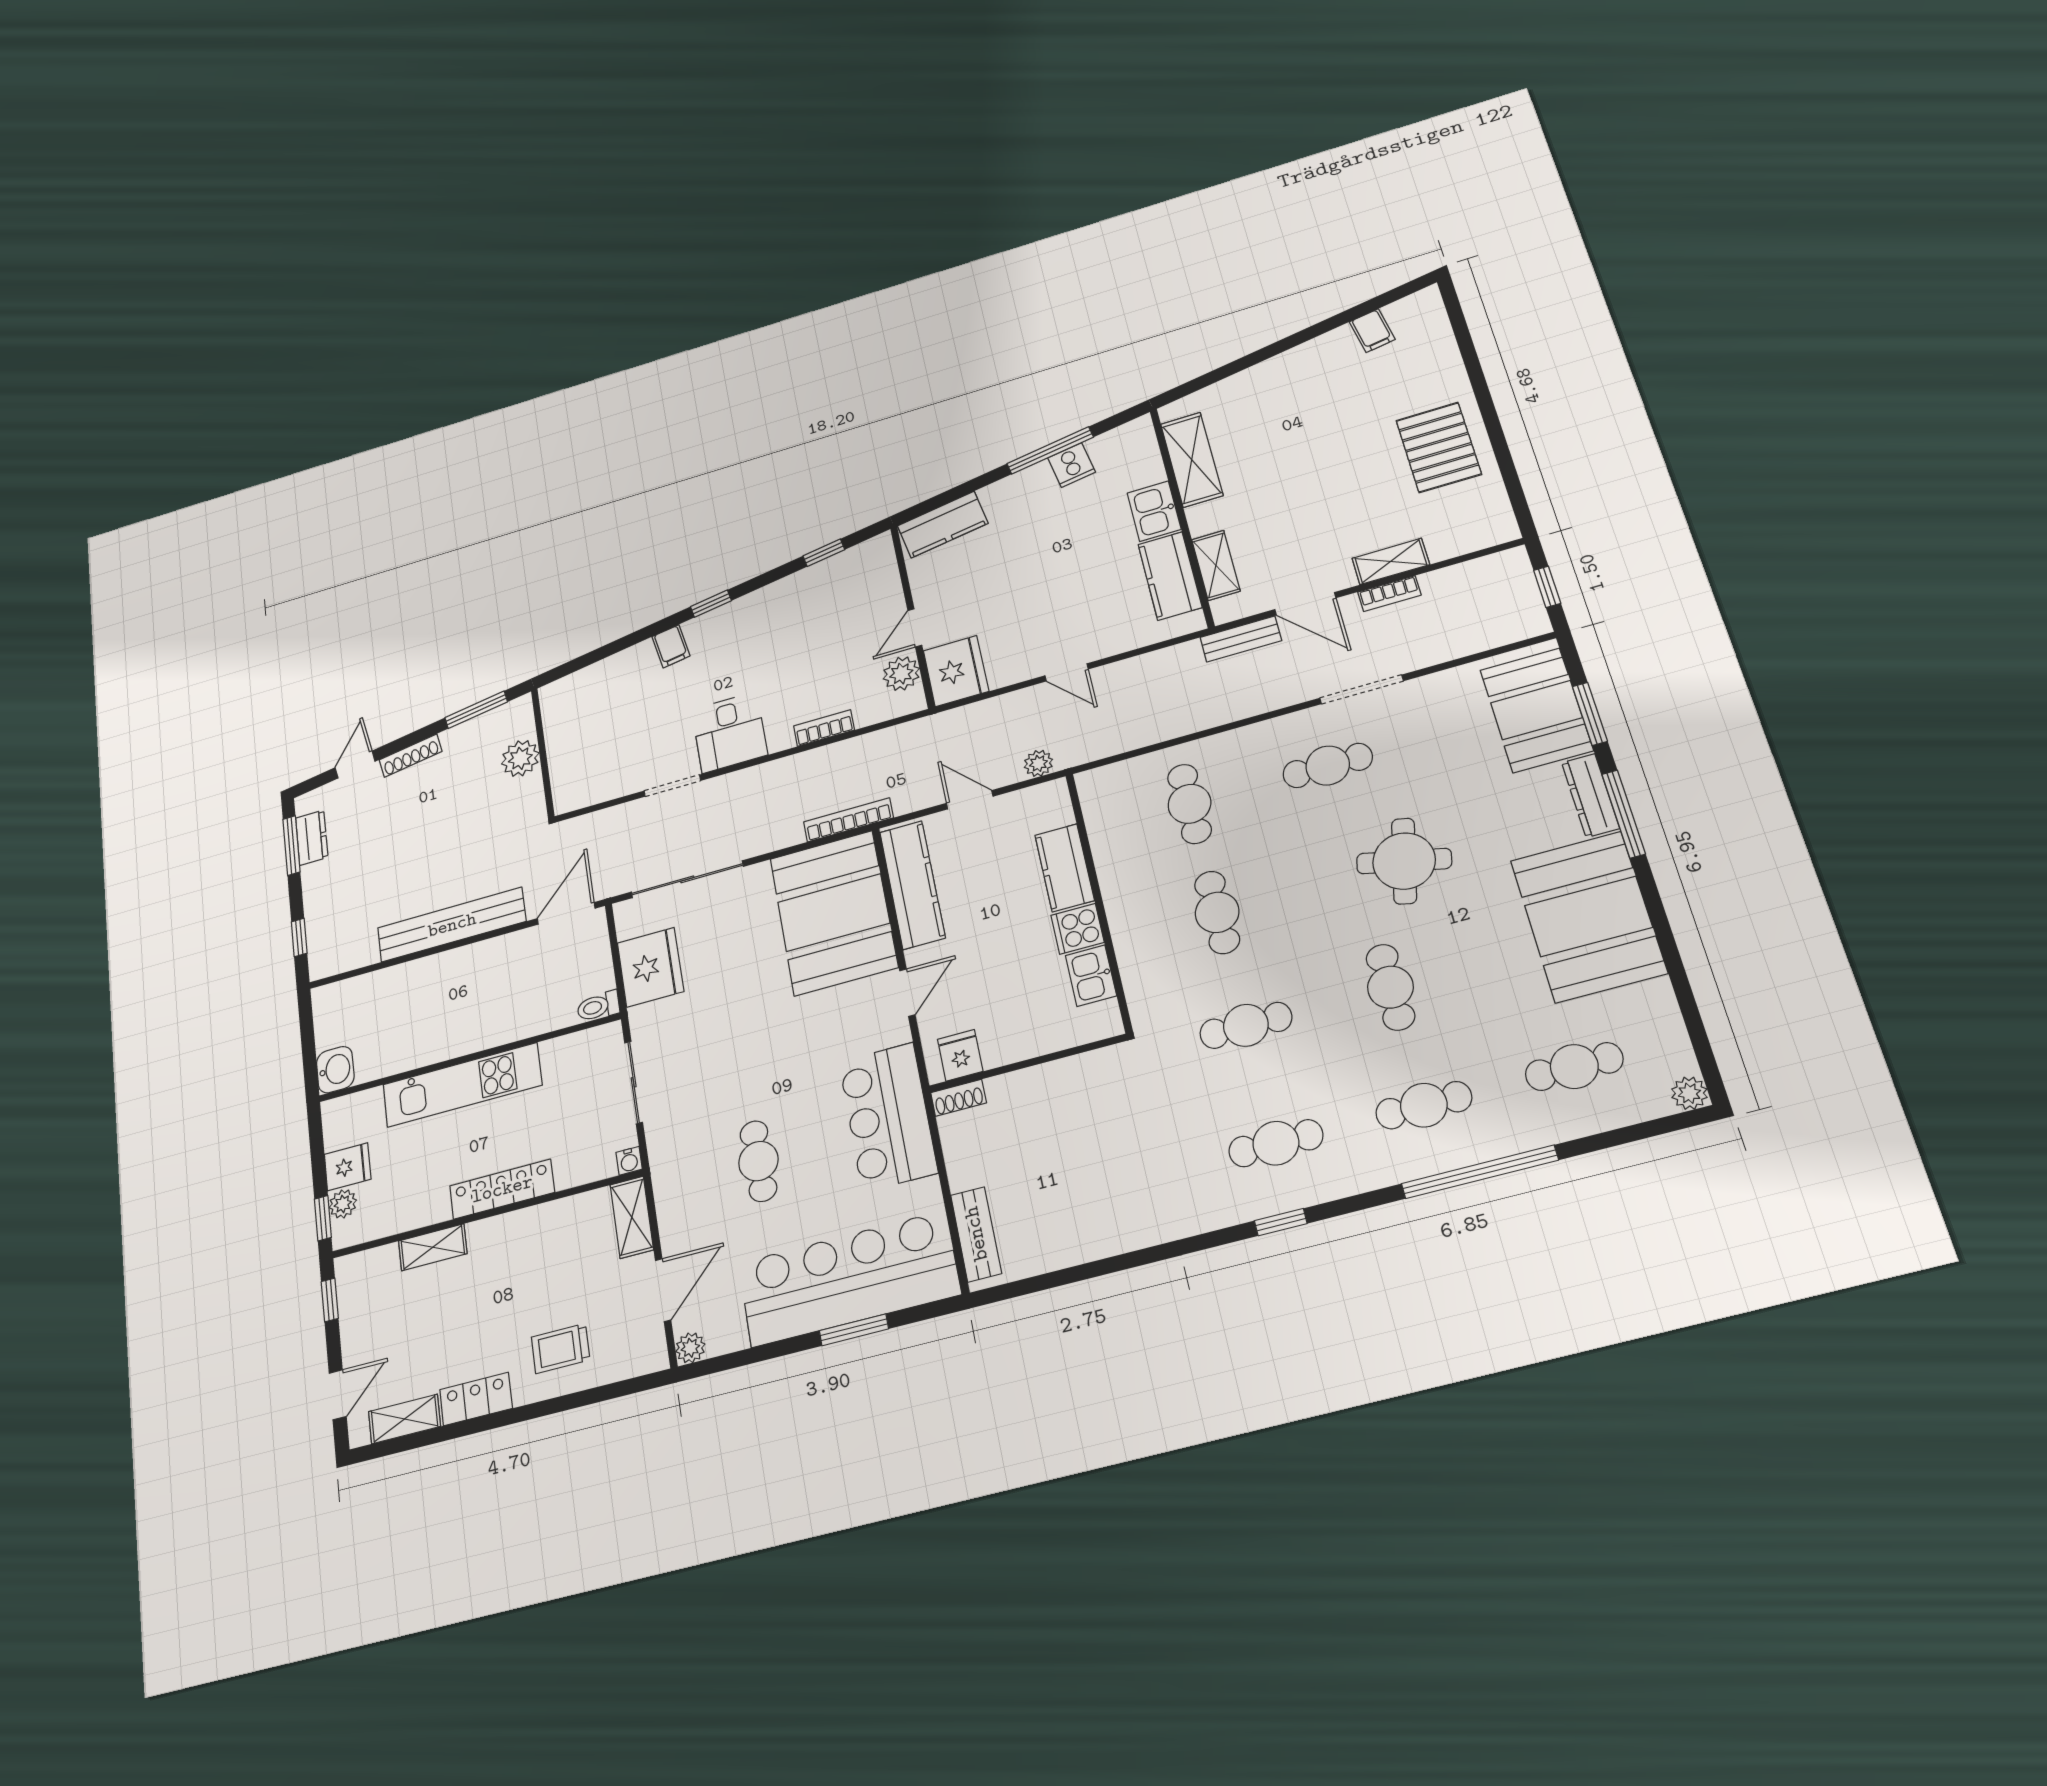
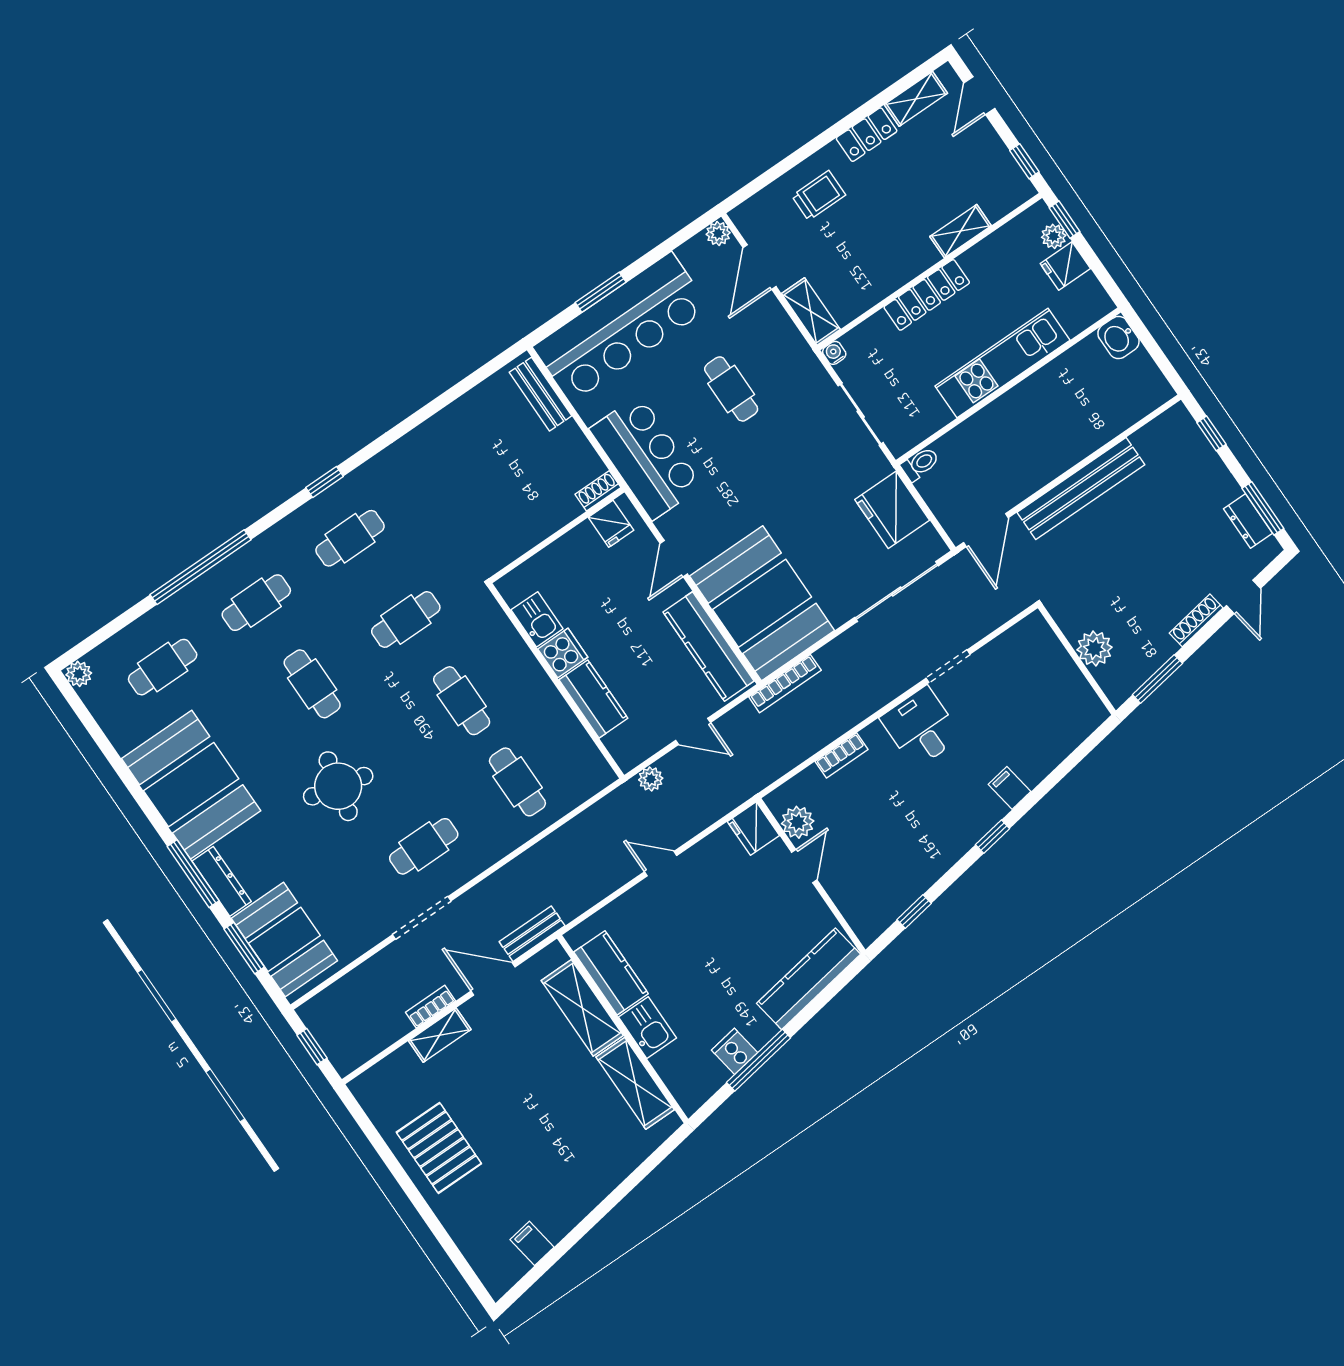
kitchen counter: (943, 525) -> (809, 979), width x1.50
shelving: (1216, 565) -> (582, 1008), width x1.50, depth x1.33
fridge: (956, 671) -> (753, 829), width x0.73, depth x0.75

